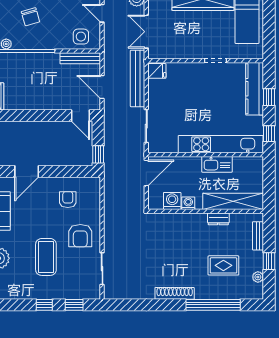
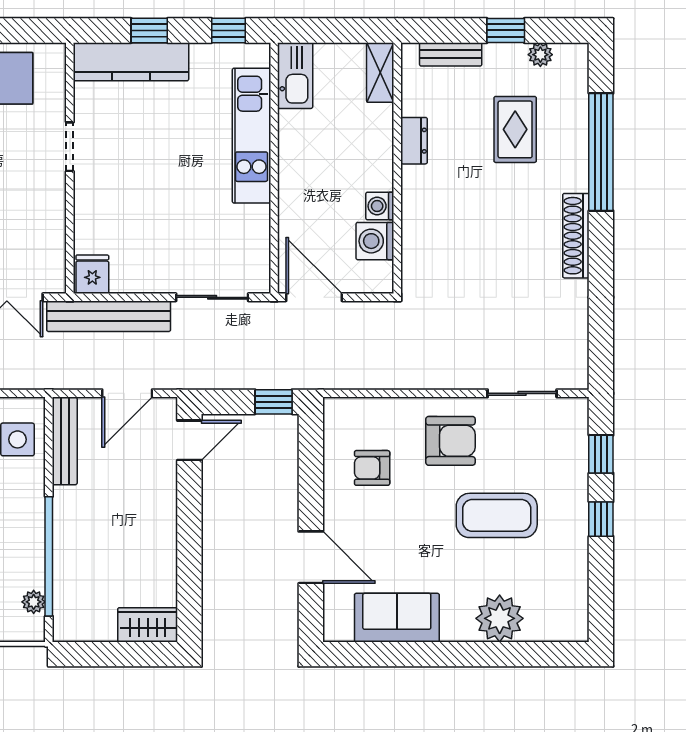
kitchen unit: (221, 144) -> (252, 136), width x0.73
kitchen sink: (217, 164) -> (295, 76), moved
shelving: (233, 201) -> (380, 73), width x0.45, depth x0.75

